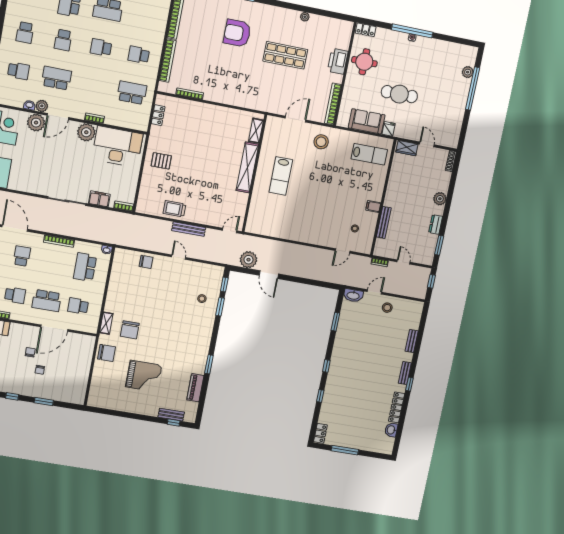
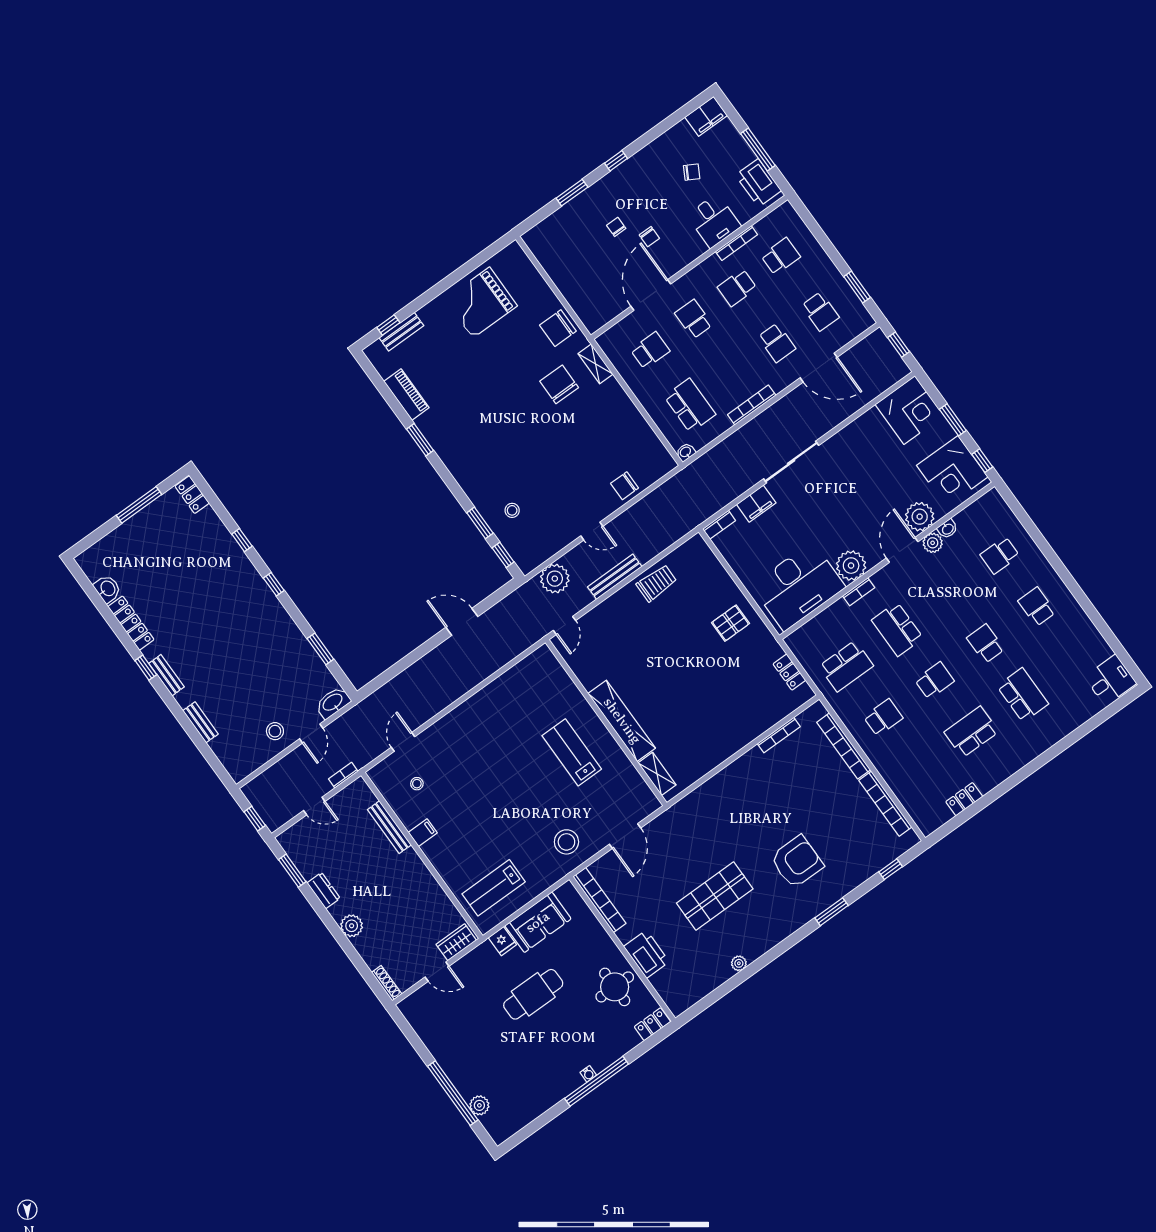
school desk: (57, 78) -> (897, 629), moved, turned 90
plant: (248, 260) -> (555, 579), moved
school desk: (47, 301) -> (694, 319), width x0.54
grand piano: (144, 376) -> (481, 303), moved

